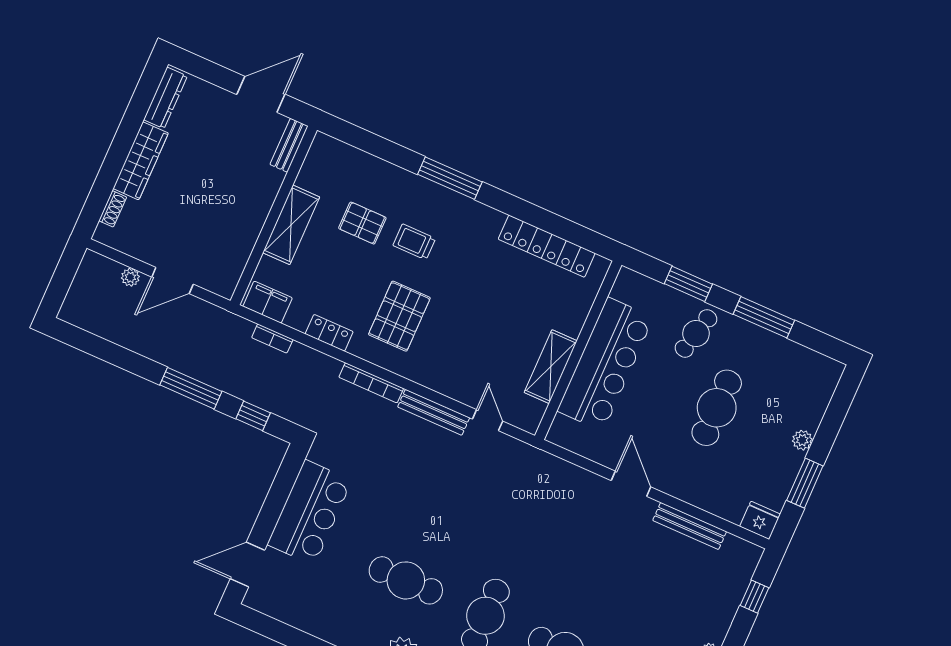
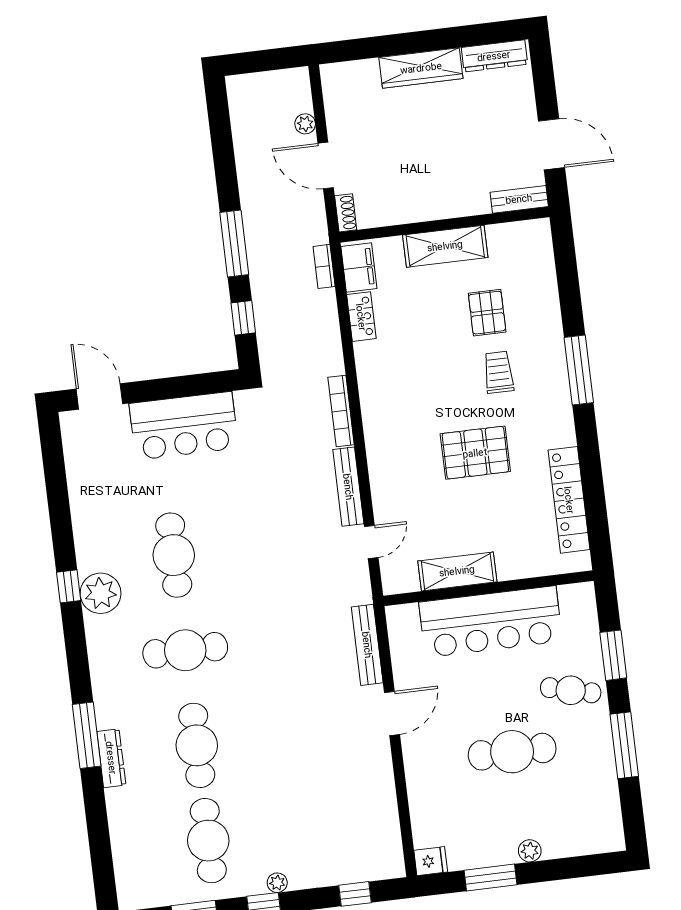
shoe rack: (113, 209) -> (346, 213), moved, turned -90
pallet: (399, 316) -> (475, 453), moved
locker: (329, 333) -> (361, 317), moved
bookcase: (272, 338) -> (324, 266), moved
fridge: (760, 520) -> (431, 861), width x0.72
bench: (690, 526) -> (367, 645), moved

